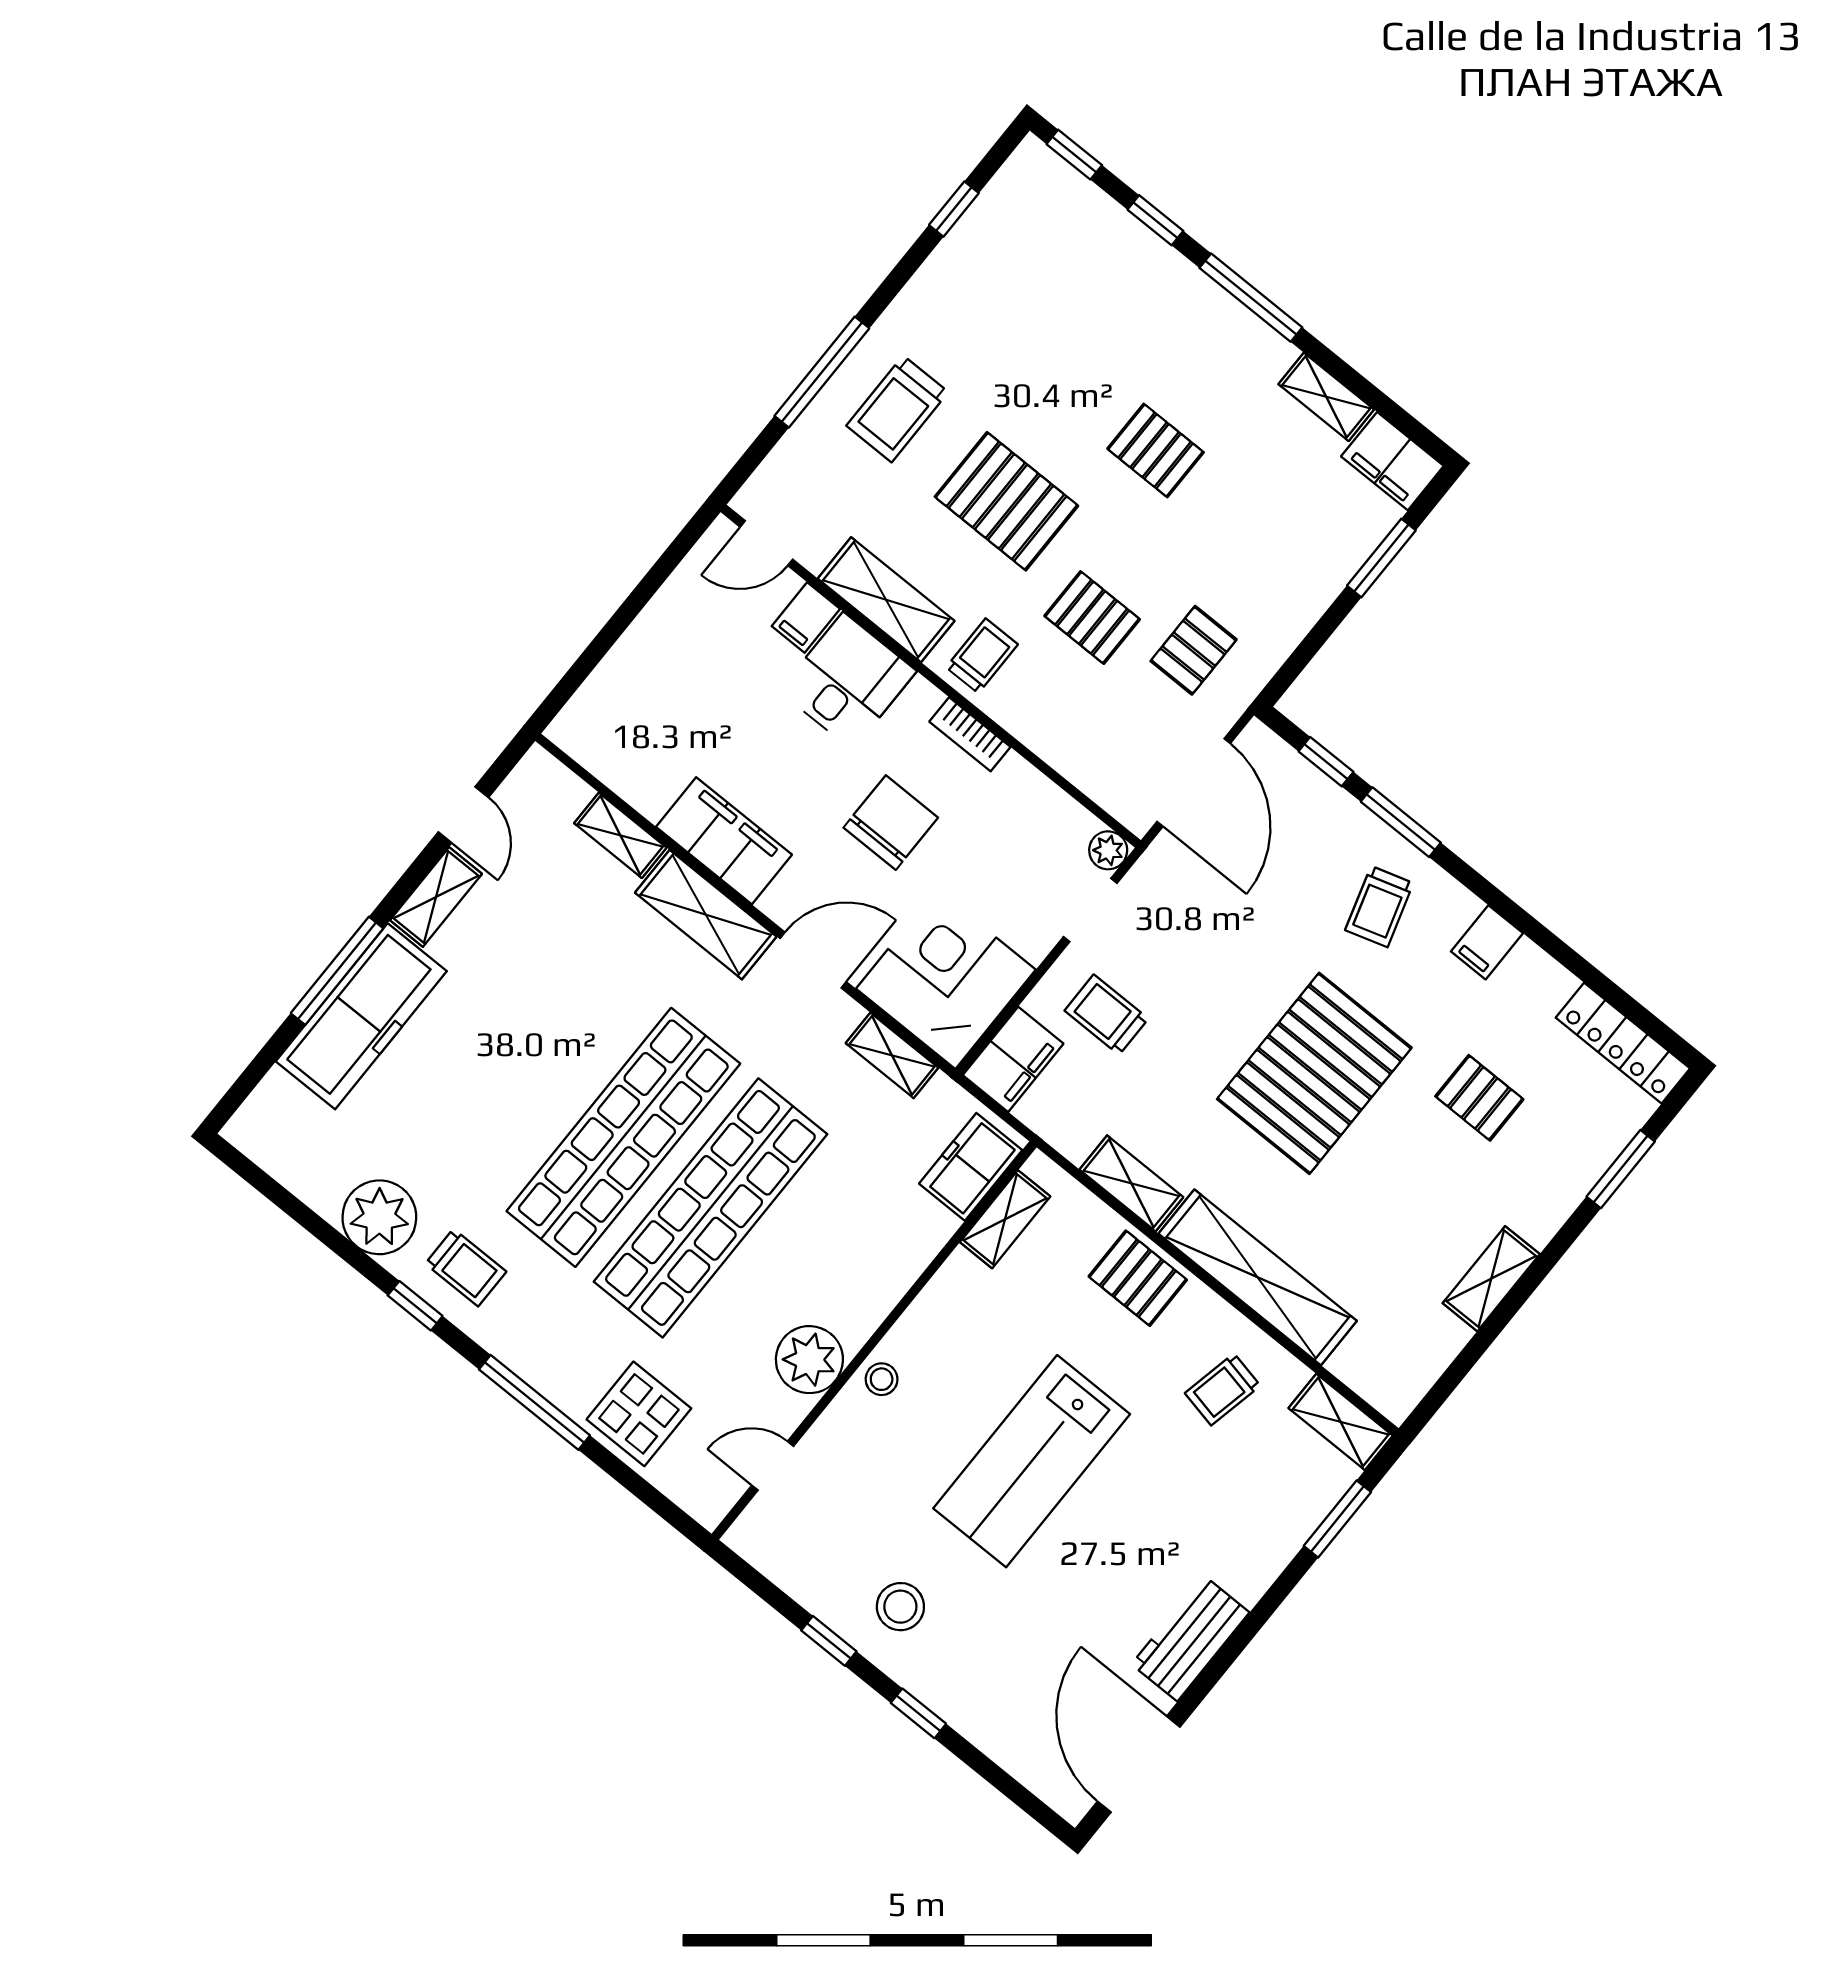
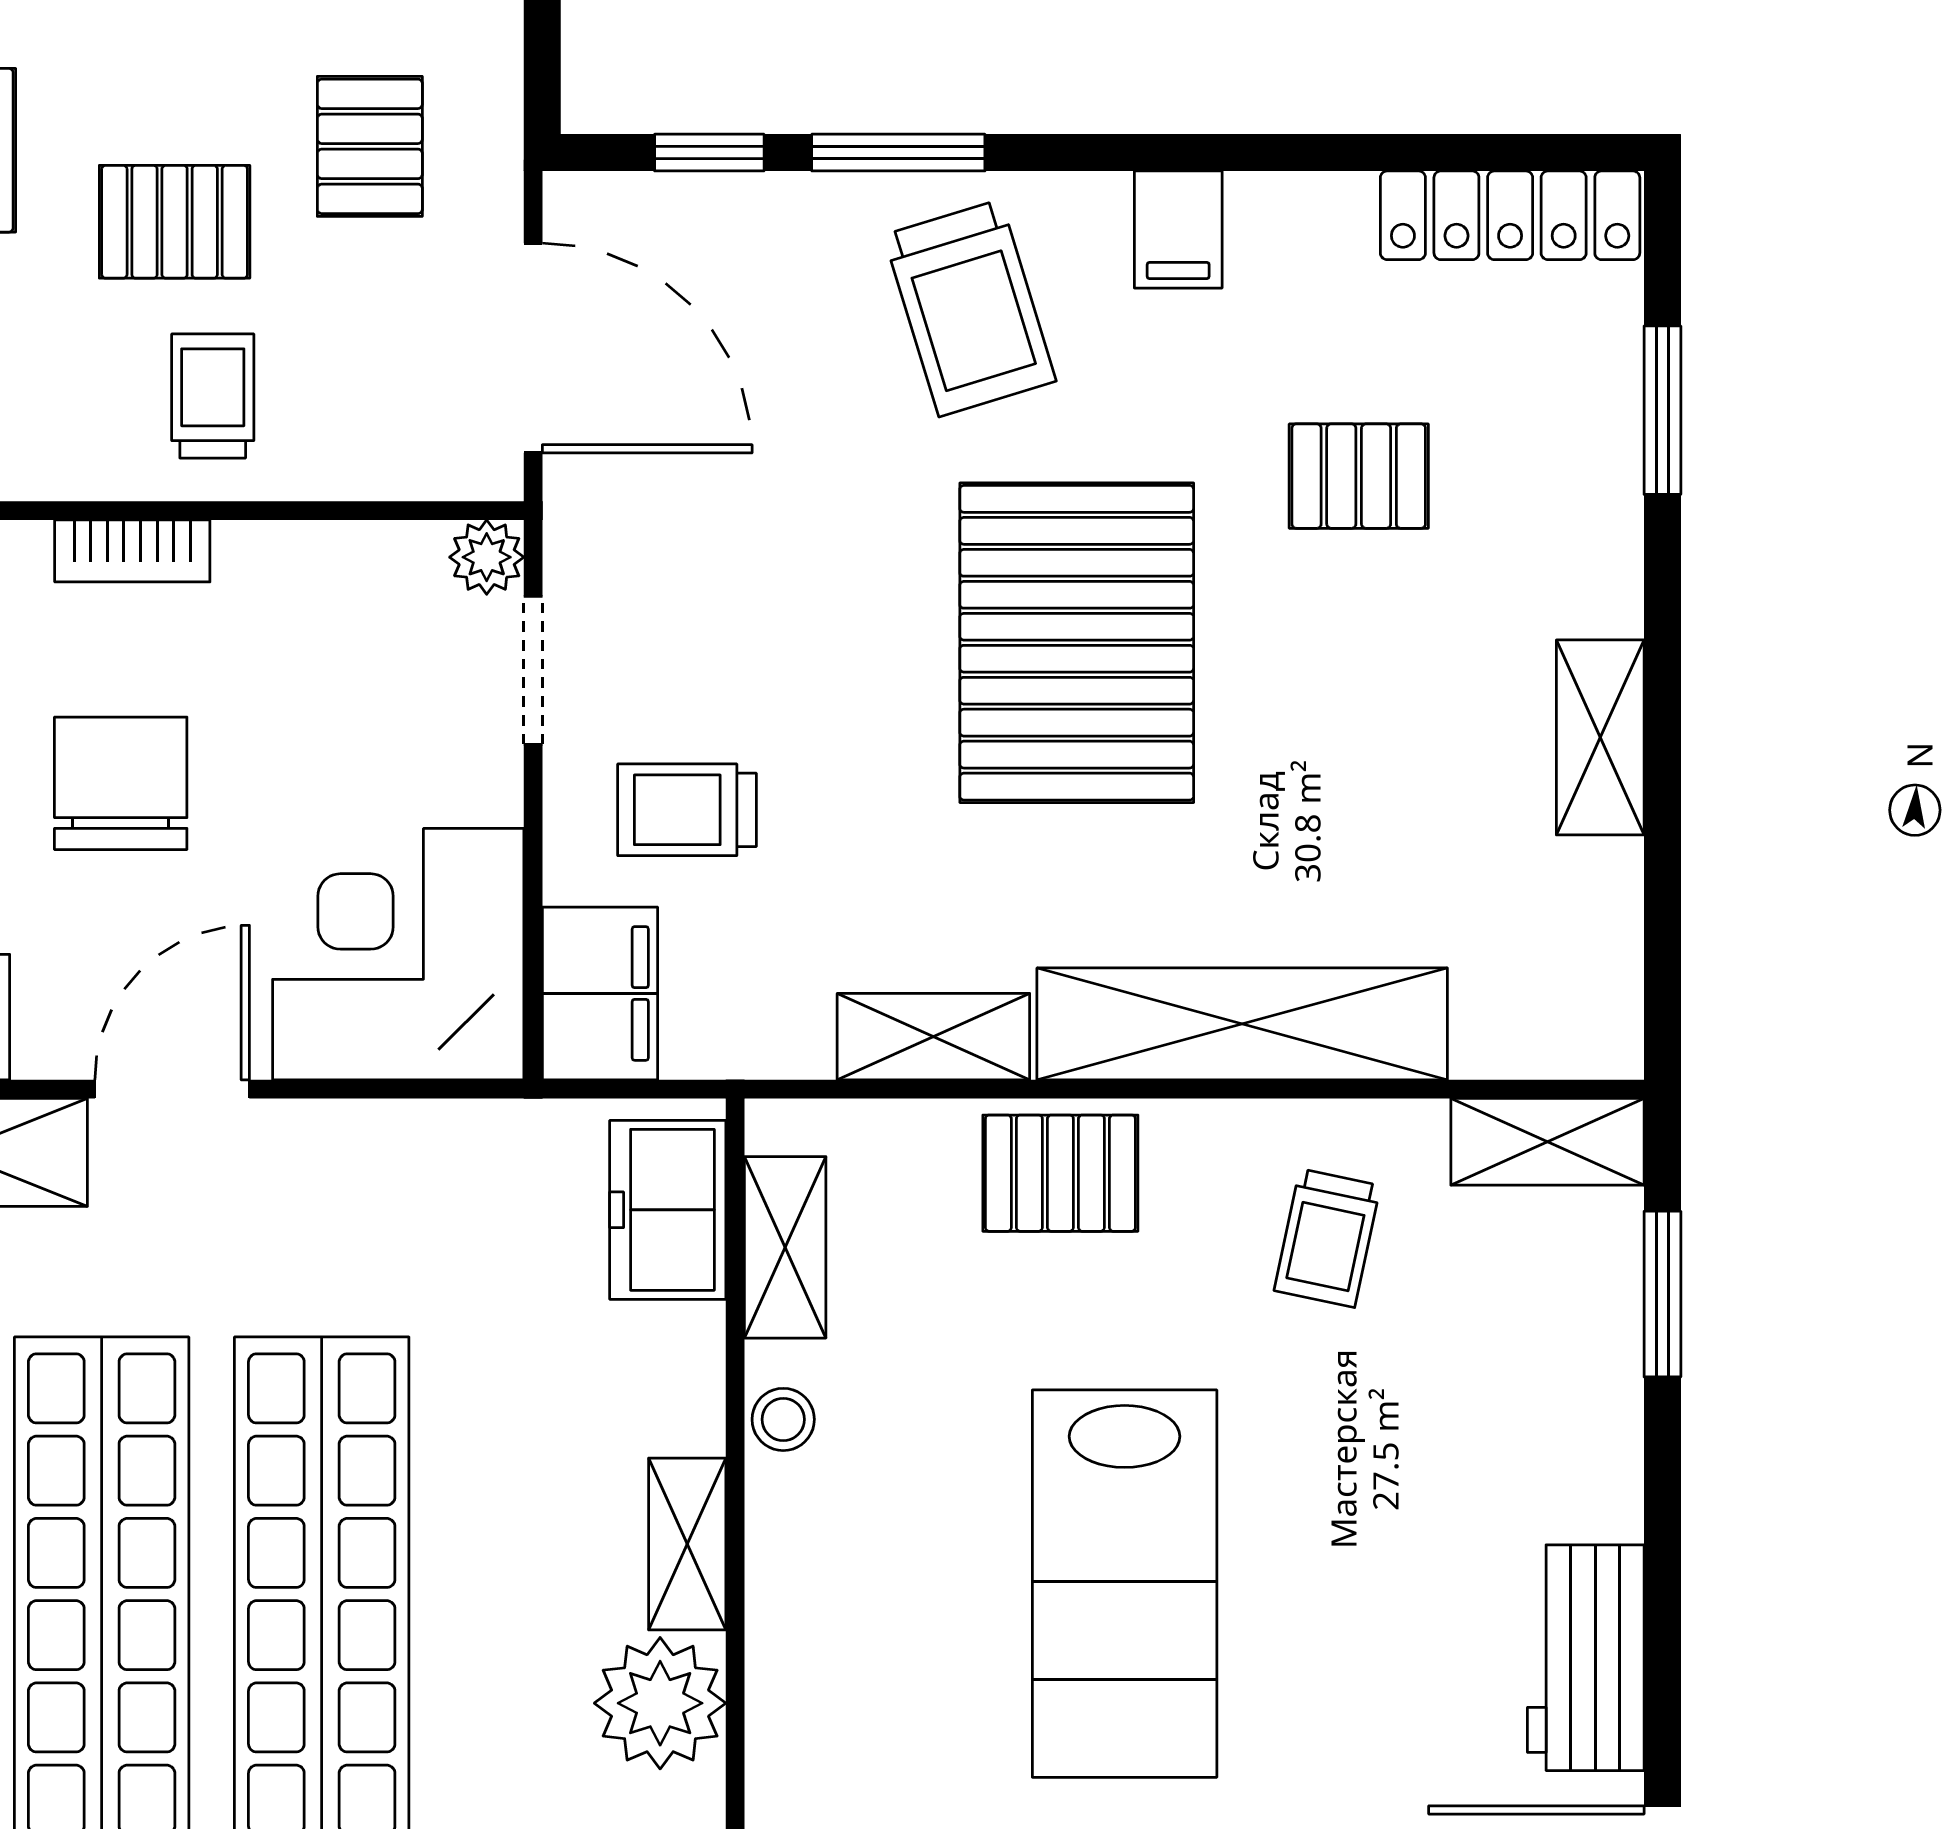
trolley: (982, 656) -> (213, 396), moved
trolley: (1379, 907) -> (970, 308), width x1.36, depth x1.39
shelving: (892, 1055) -> (687, 1544), moved, turned 90
stool: (882, 1379) -> (783, 1419), moved

